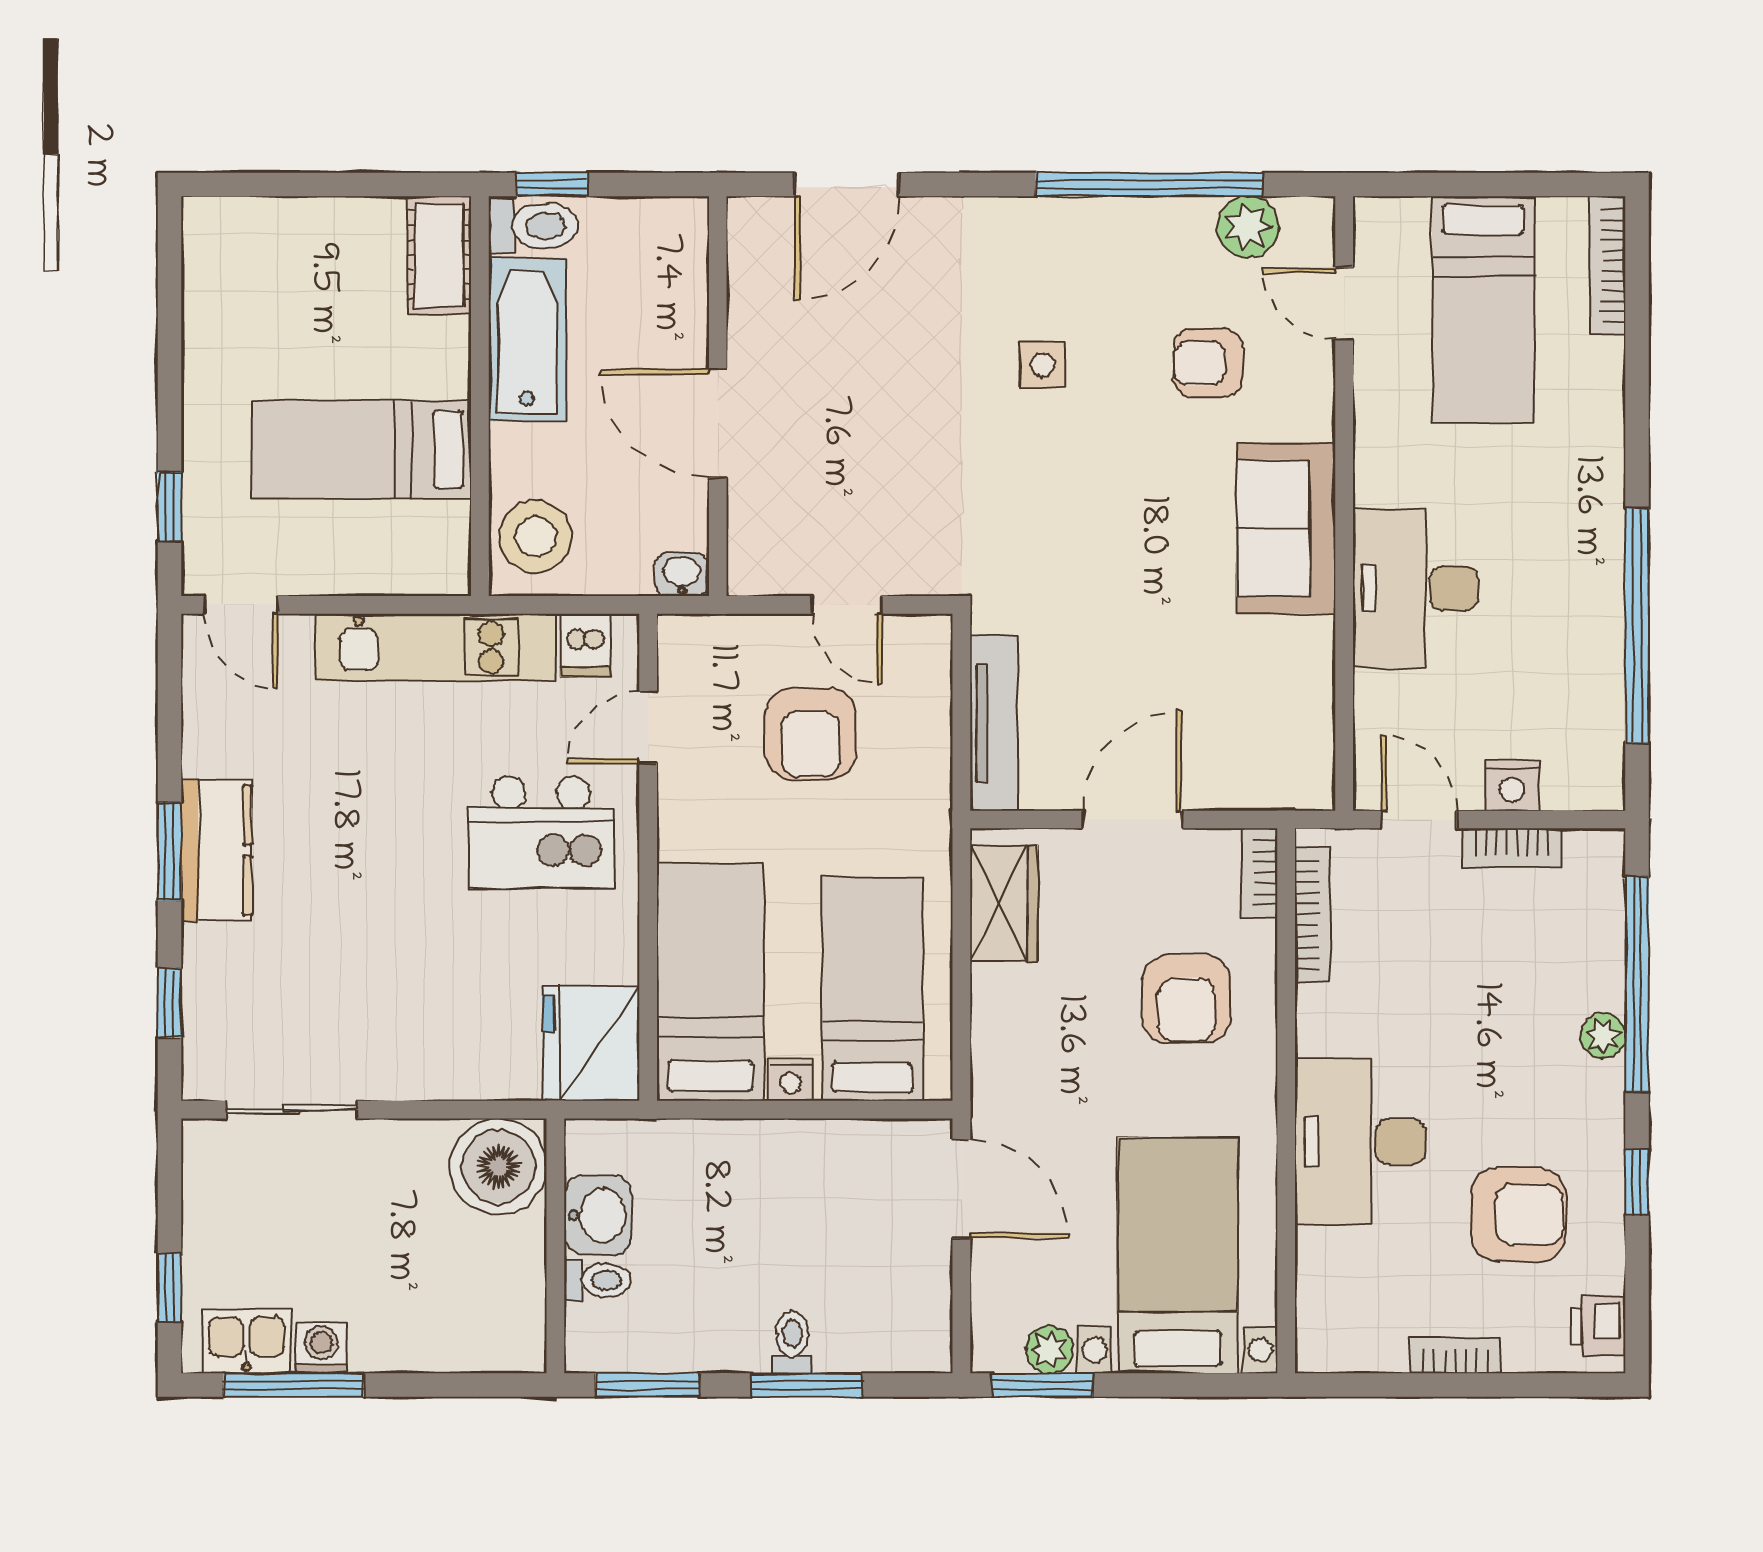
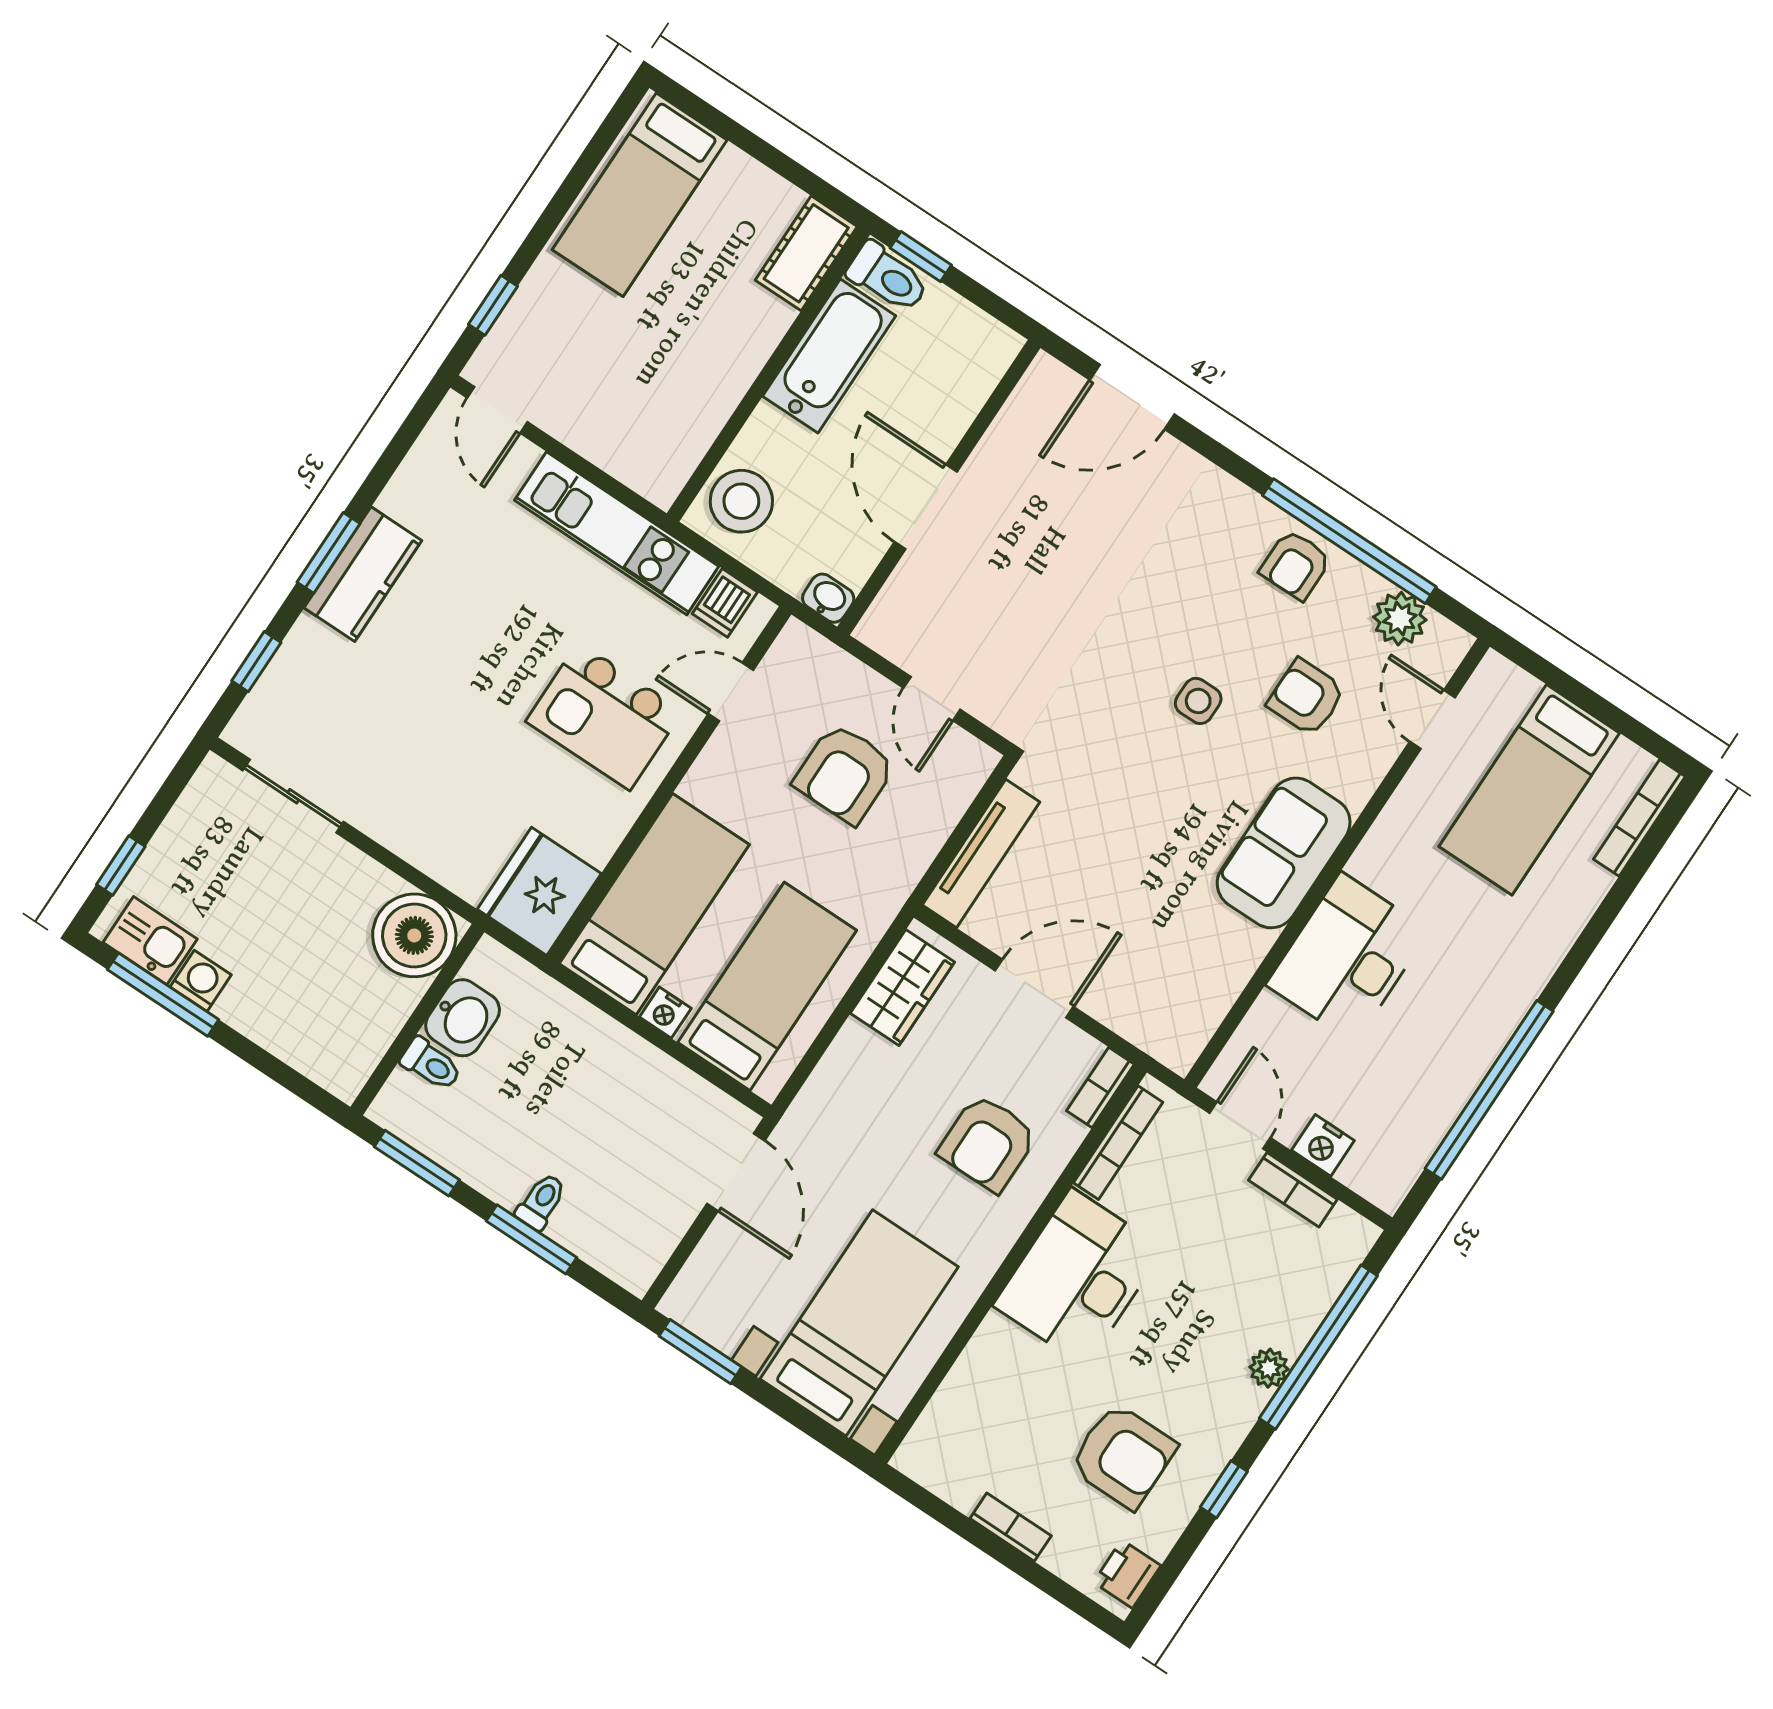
armchair: (1112, 242) -> (1295, 565), added
side table: (1042, 365) -> (1198, 701), moved
bed: (362, 449) -> (640, 195), moved, turned -90
desk: (1360, 1142) -> (1078, 1277), moved
plant: (1049, 1350) -> (722, 1329), removed

